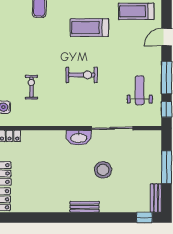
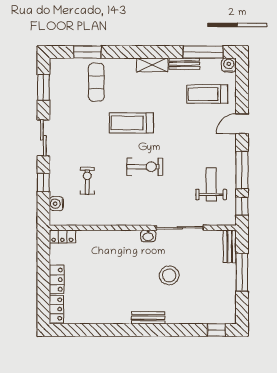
treadmill: (89, 28) -> (131, 123), moved
washbasin: (79, 138) -> (148, 236), width x0.52, depth x0.69
bench: (156, 198) -> (230, 246), moved

